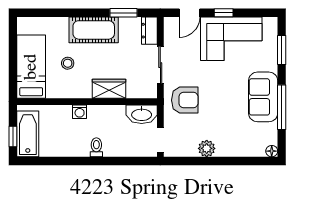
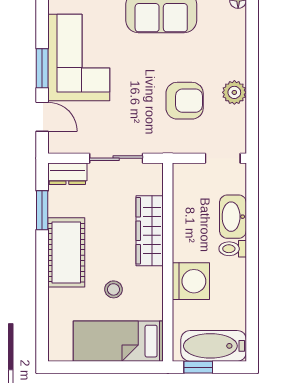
window: (224, 13) -> (42, 68), width x1.50
wardrobe: (109, 89) -> (150, 231), width x1.50
armchair: (185, 100) -> (185, 101), moved, turned 90
washing machine: (80, 112) -> (191, 281), width x1.89, depth x1.89
washbasin: (142, 114) -> (233, 217), moved, turned 180
window: (13, 136) -> (198, 367), moved

